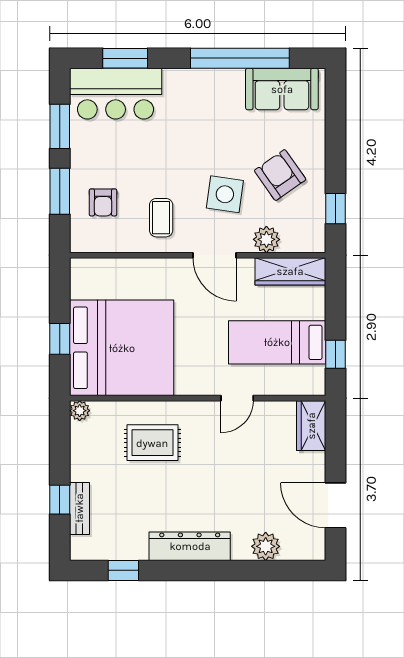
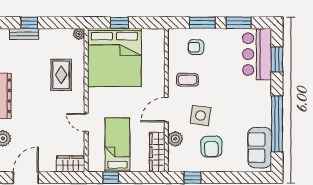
armchair: (280, 175) -> (211, 147), turned 124

